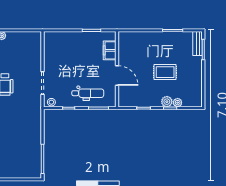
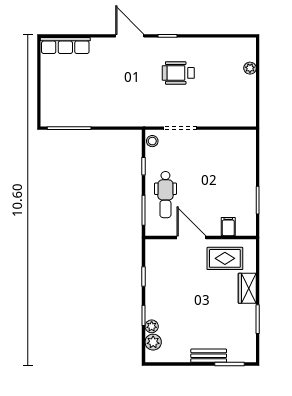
wardrobe: (152, 37) -> (247, 288), added
bench: (198, 43) -> (209, 356), moved
filing cabinet: (110, 50) -> (228, 227), width x0.50
rug: (165, 72) -> (225, 258), moved, turned 90
door: (117, 76) -> (191, 237), swing flipped
plant: (167, 102) -> (153, 342), moved

